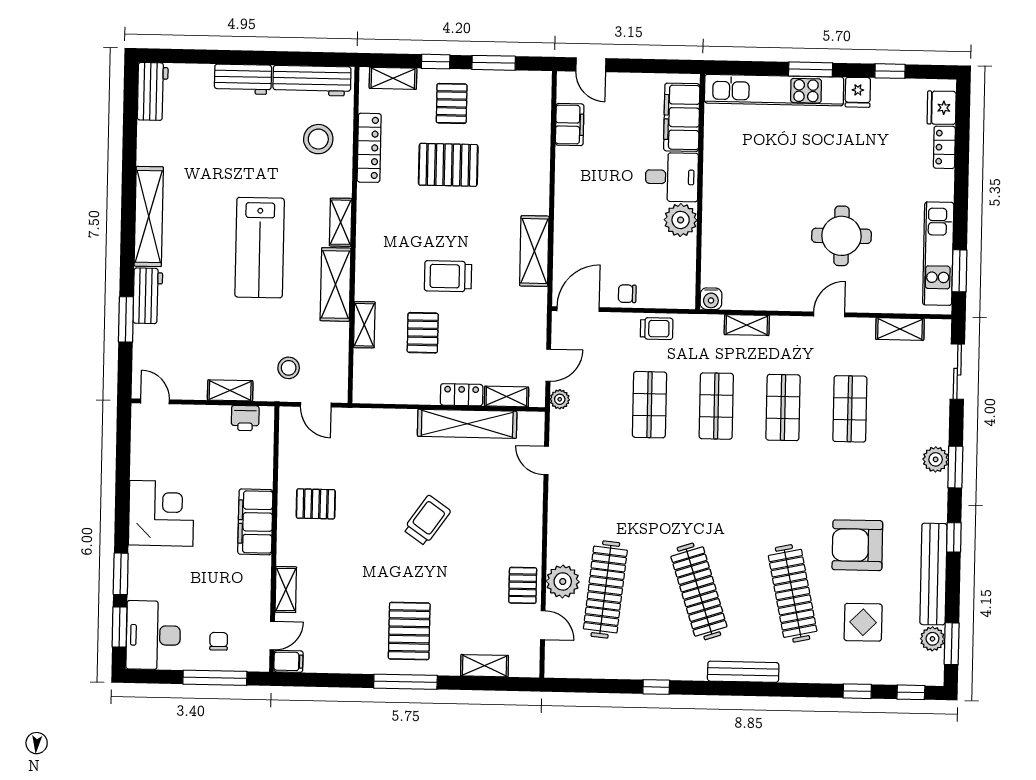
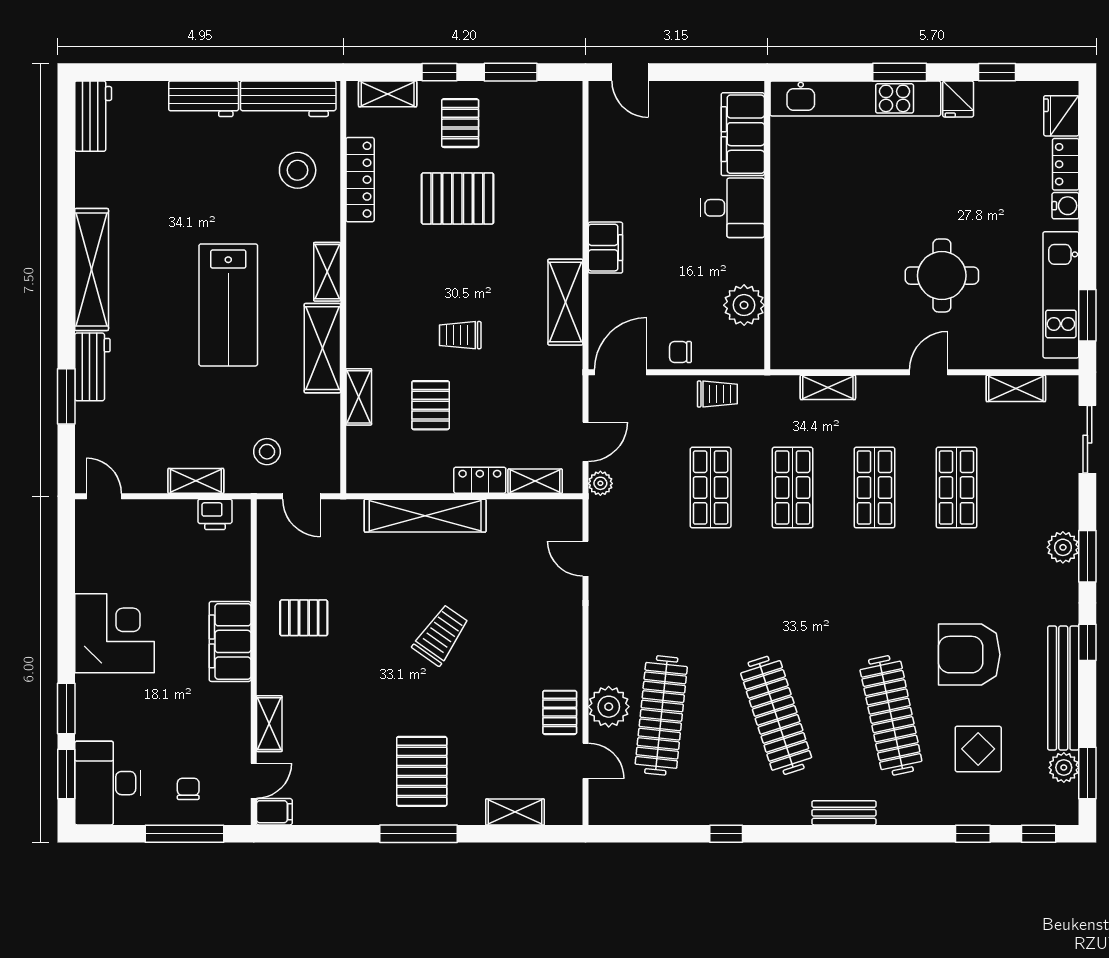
filing cabinet: (570, 125) -> (605, 248), moved
plant: (681, 220) -> (744, 305), moved
trolley: (448, 276) -> (460, 335), width x0.73, depth x0.72
water cooler: (711, 299) -> (1065, 206), moved, turned -90
shelving: (467, 424) -> (425, 516), moved
bench: (743, 672) -> (844, 813), width x0.73

